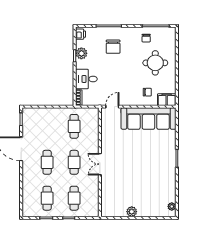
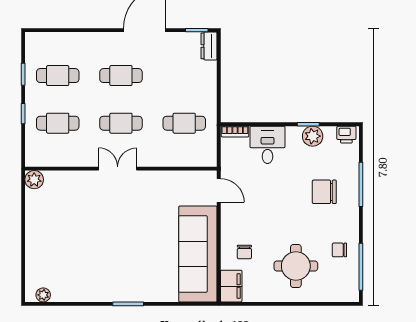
dresser: (30, 112) -> (209, 46), added
plant: (132, 212) -> (34, 180), moved

